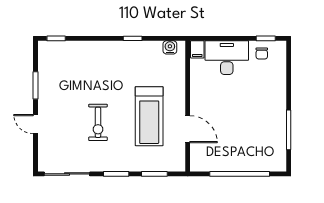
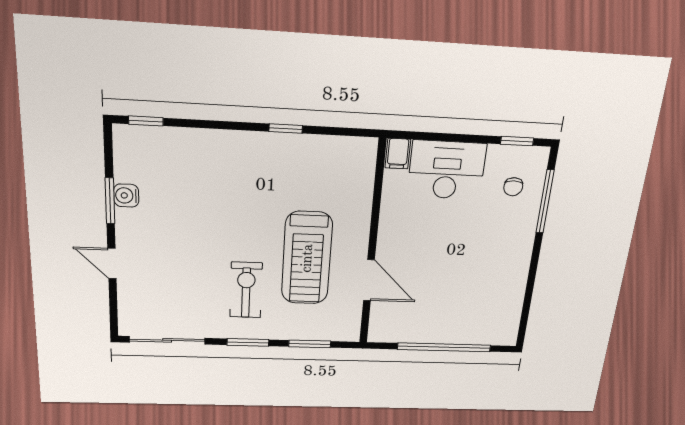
water cooler: (170, 47) -> (126, 196), moved, turned -90
chair: (262, 53) -> (513, 187), moved
exercise bike: (98, 122) -> (246, 290), moved, turned 180
window: (289, 130) -> (545, 202), moved

